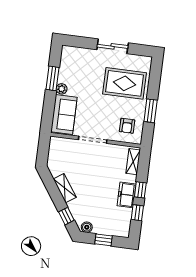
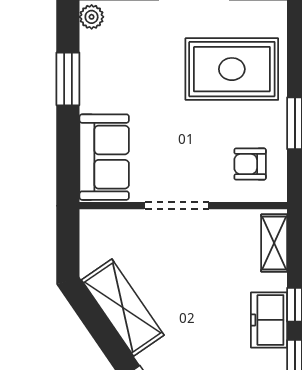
plant: (62, 89) -> (92, 17), moved
armchair: (127, 126) -> (250, 164), turned 90
shelving: (65, 188) -> (123, 308), width x1.50, depth x1.33

